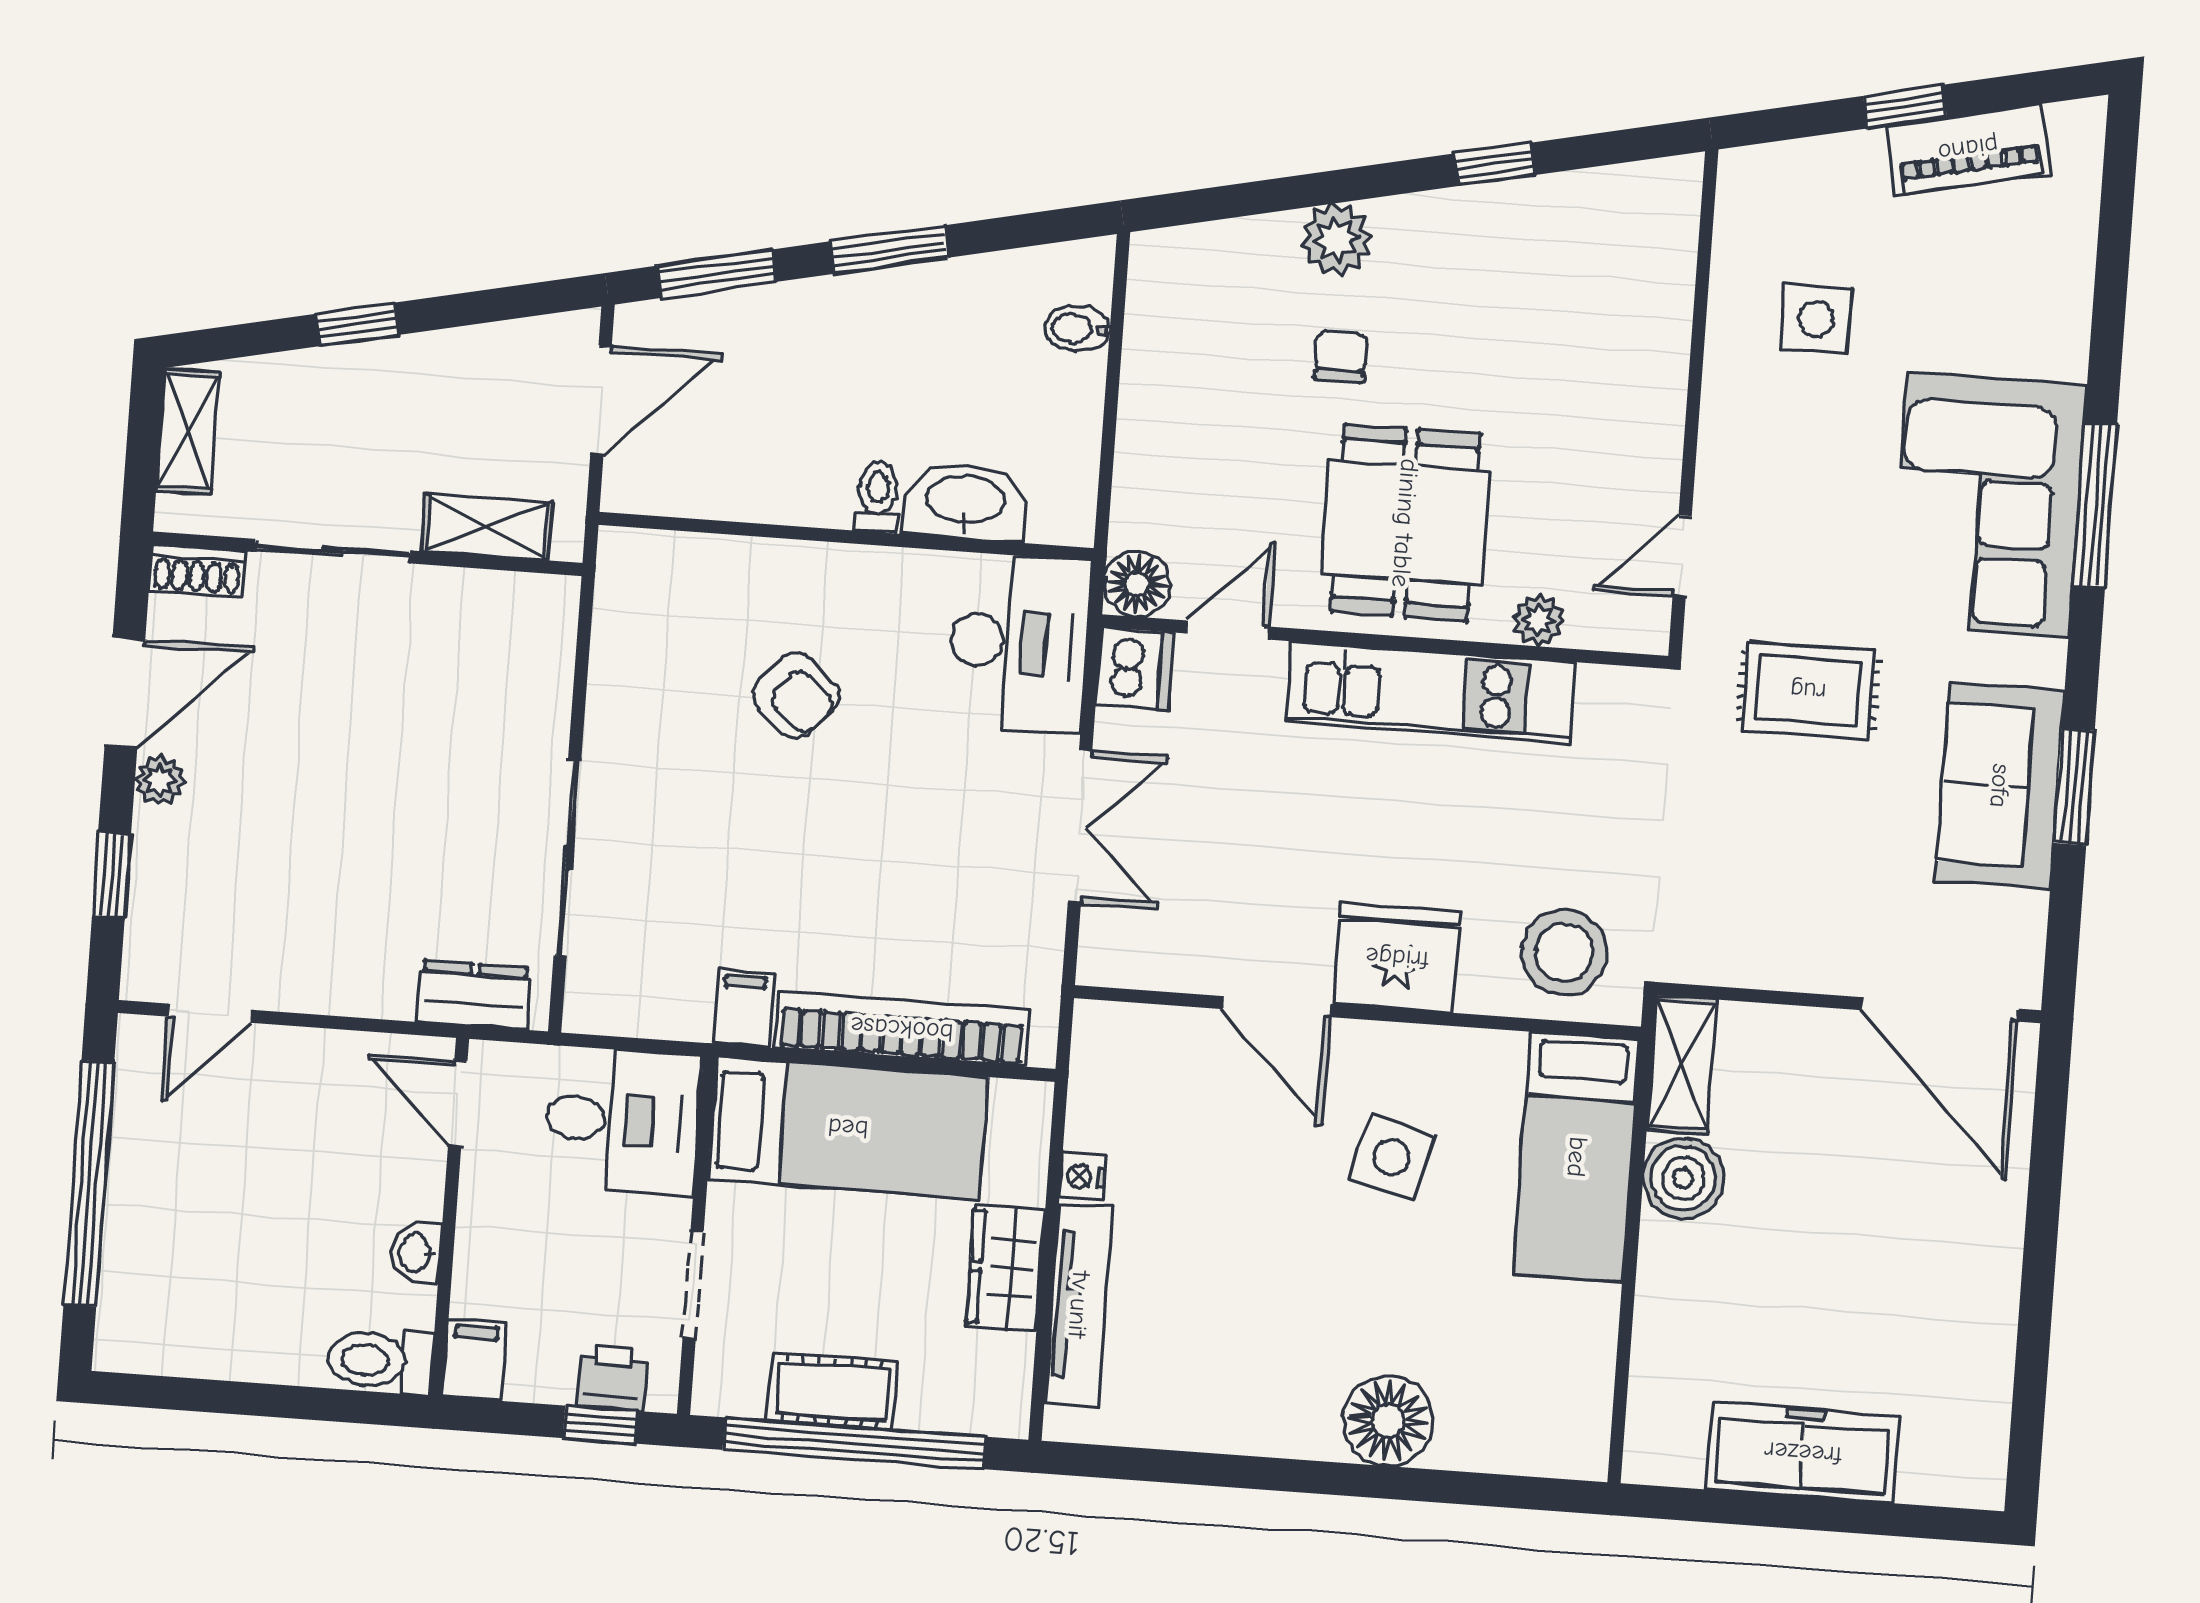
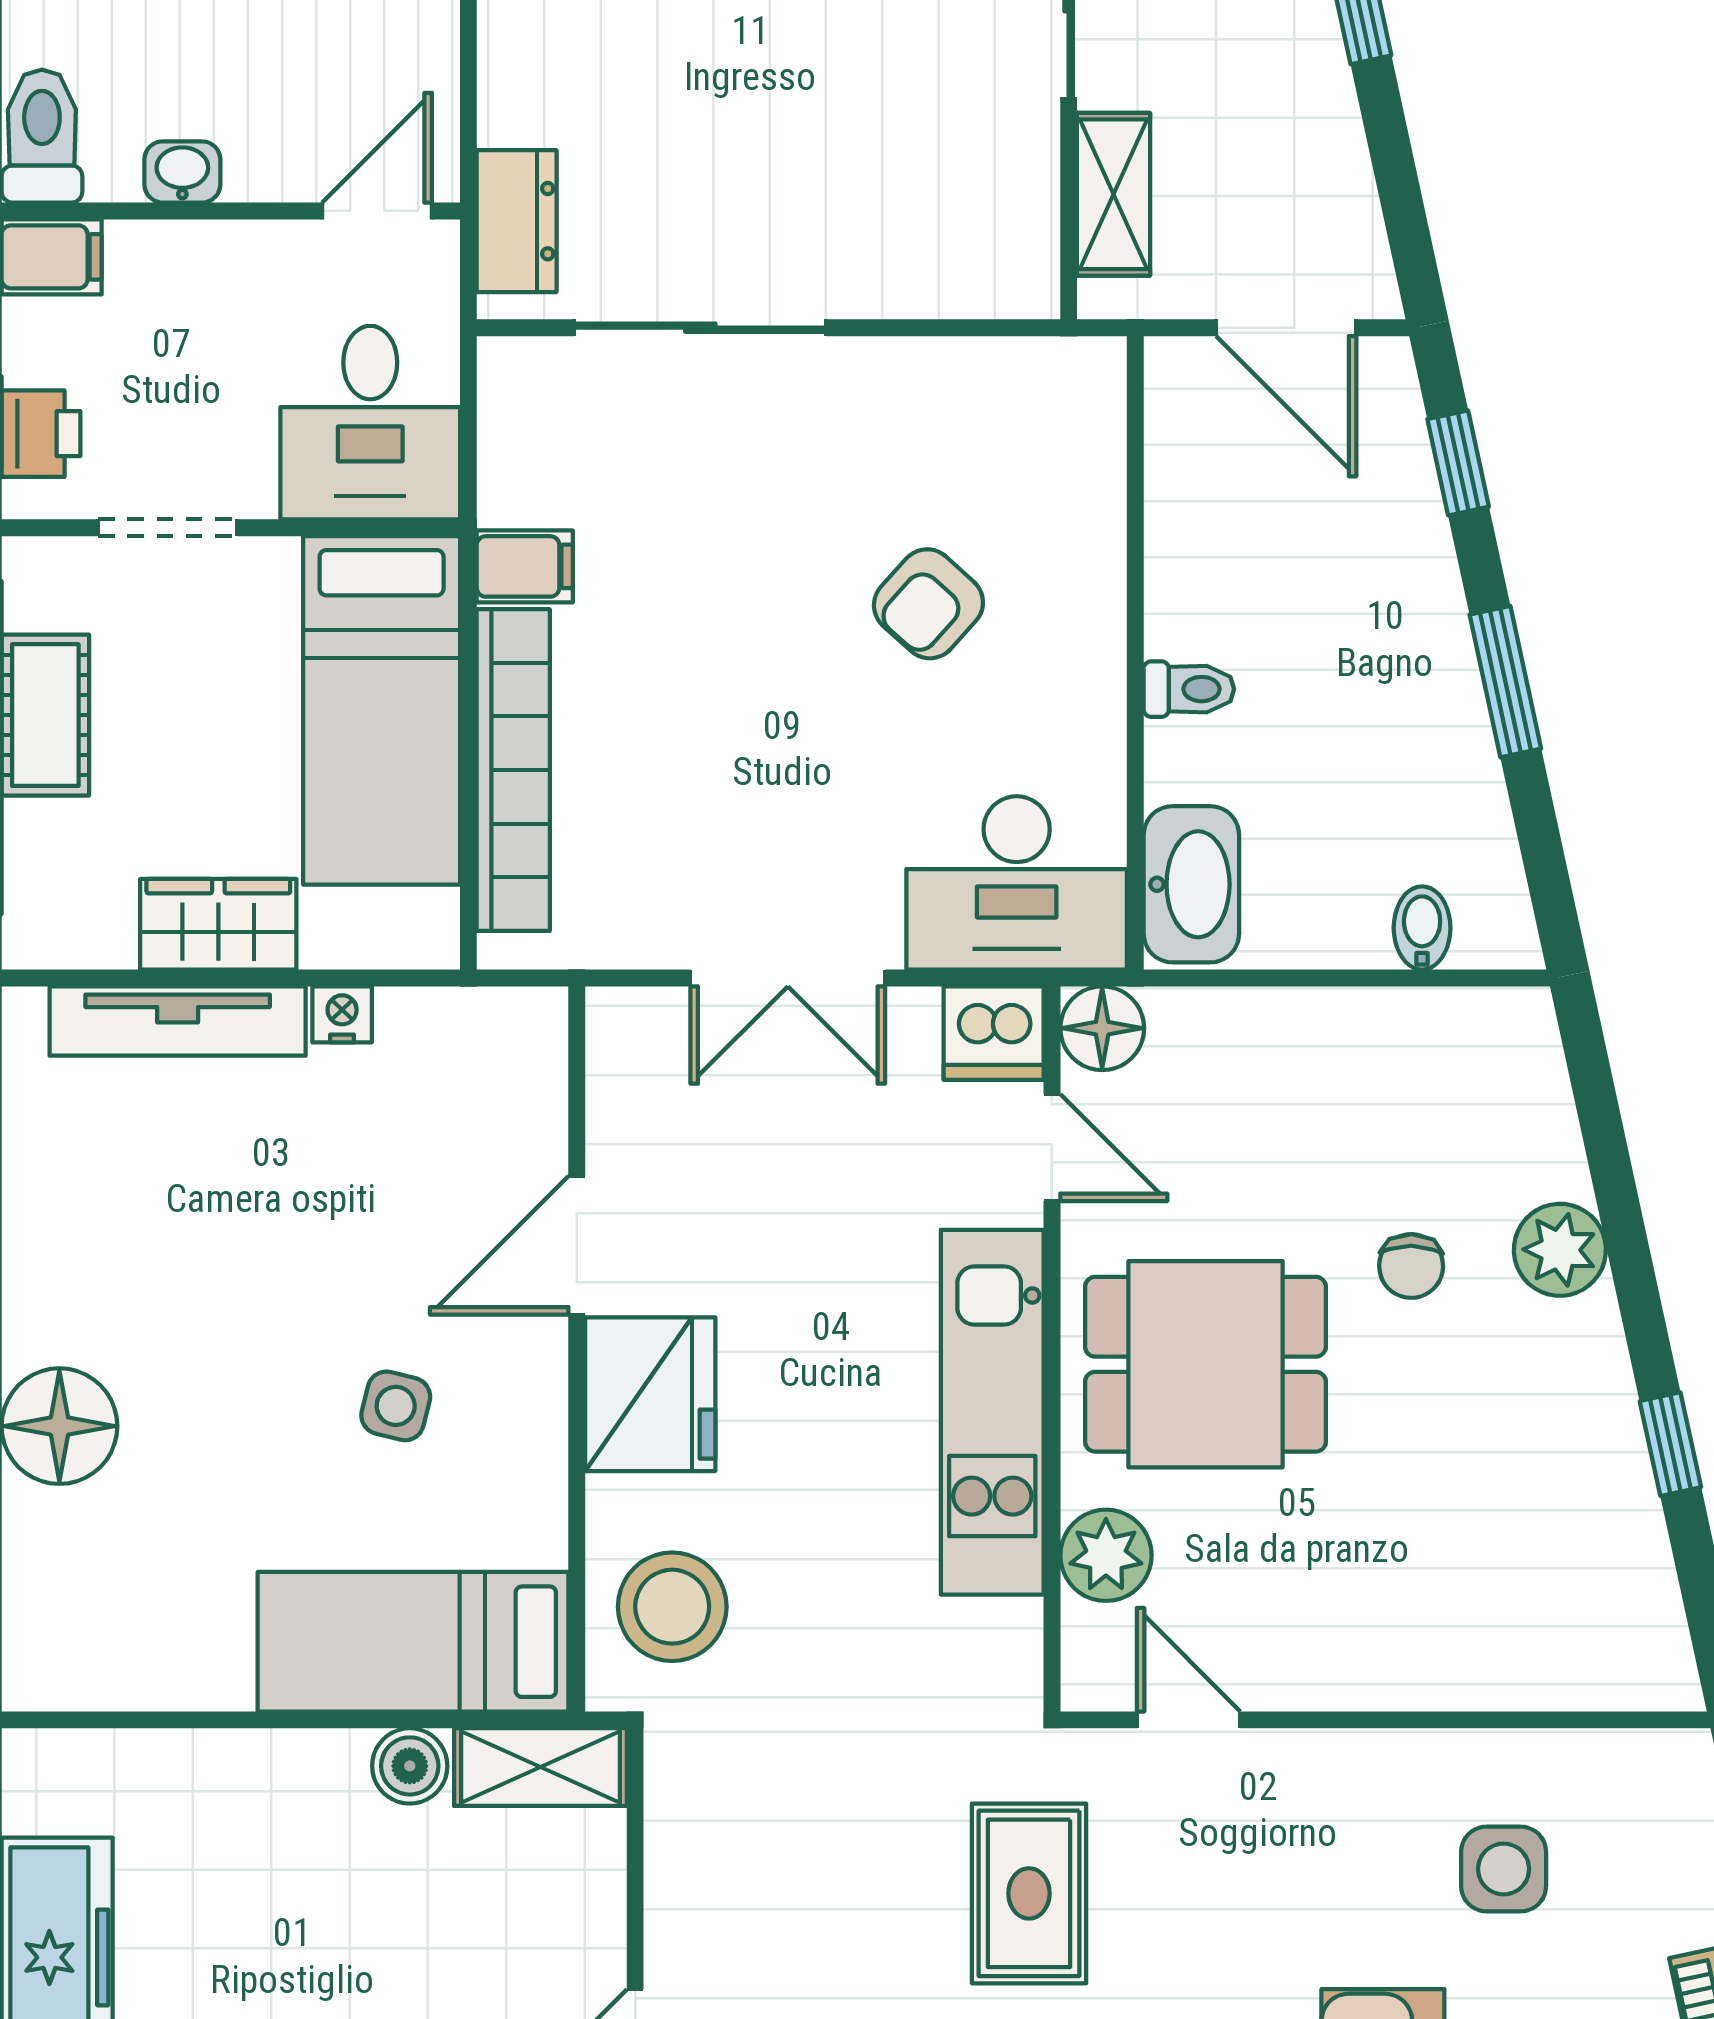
window: (716, 274) -> (1458, 463), width x0.67
chair: (1341, 356) -> (1411, 1266), turned 91
washbasin: (965, 501) -> (1191, 884), moved
plant: (1538, 620) -> (1106, 1555), width x1.38, depth x1.38
side table: (1392, 1157) -> (396, 1406), width x0.73, depth x0.73
boiler: (1683, 1178) -> (410, 1766), width x0.73, depth x0.73

